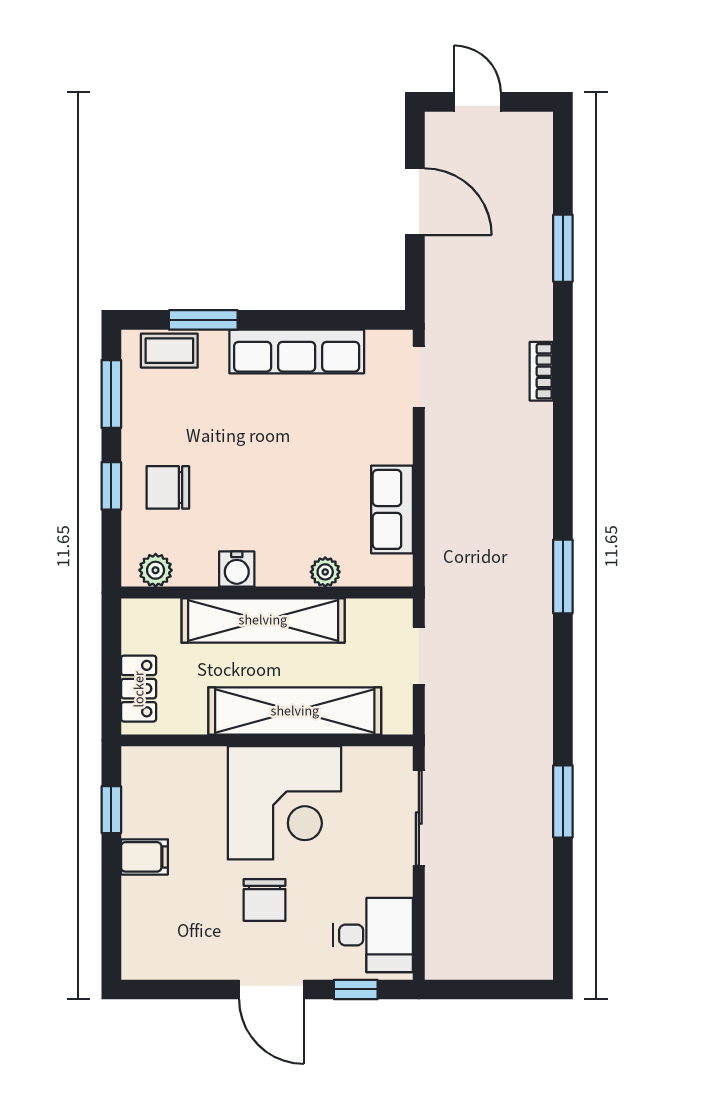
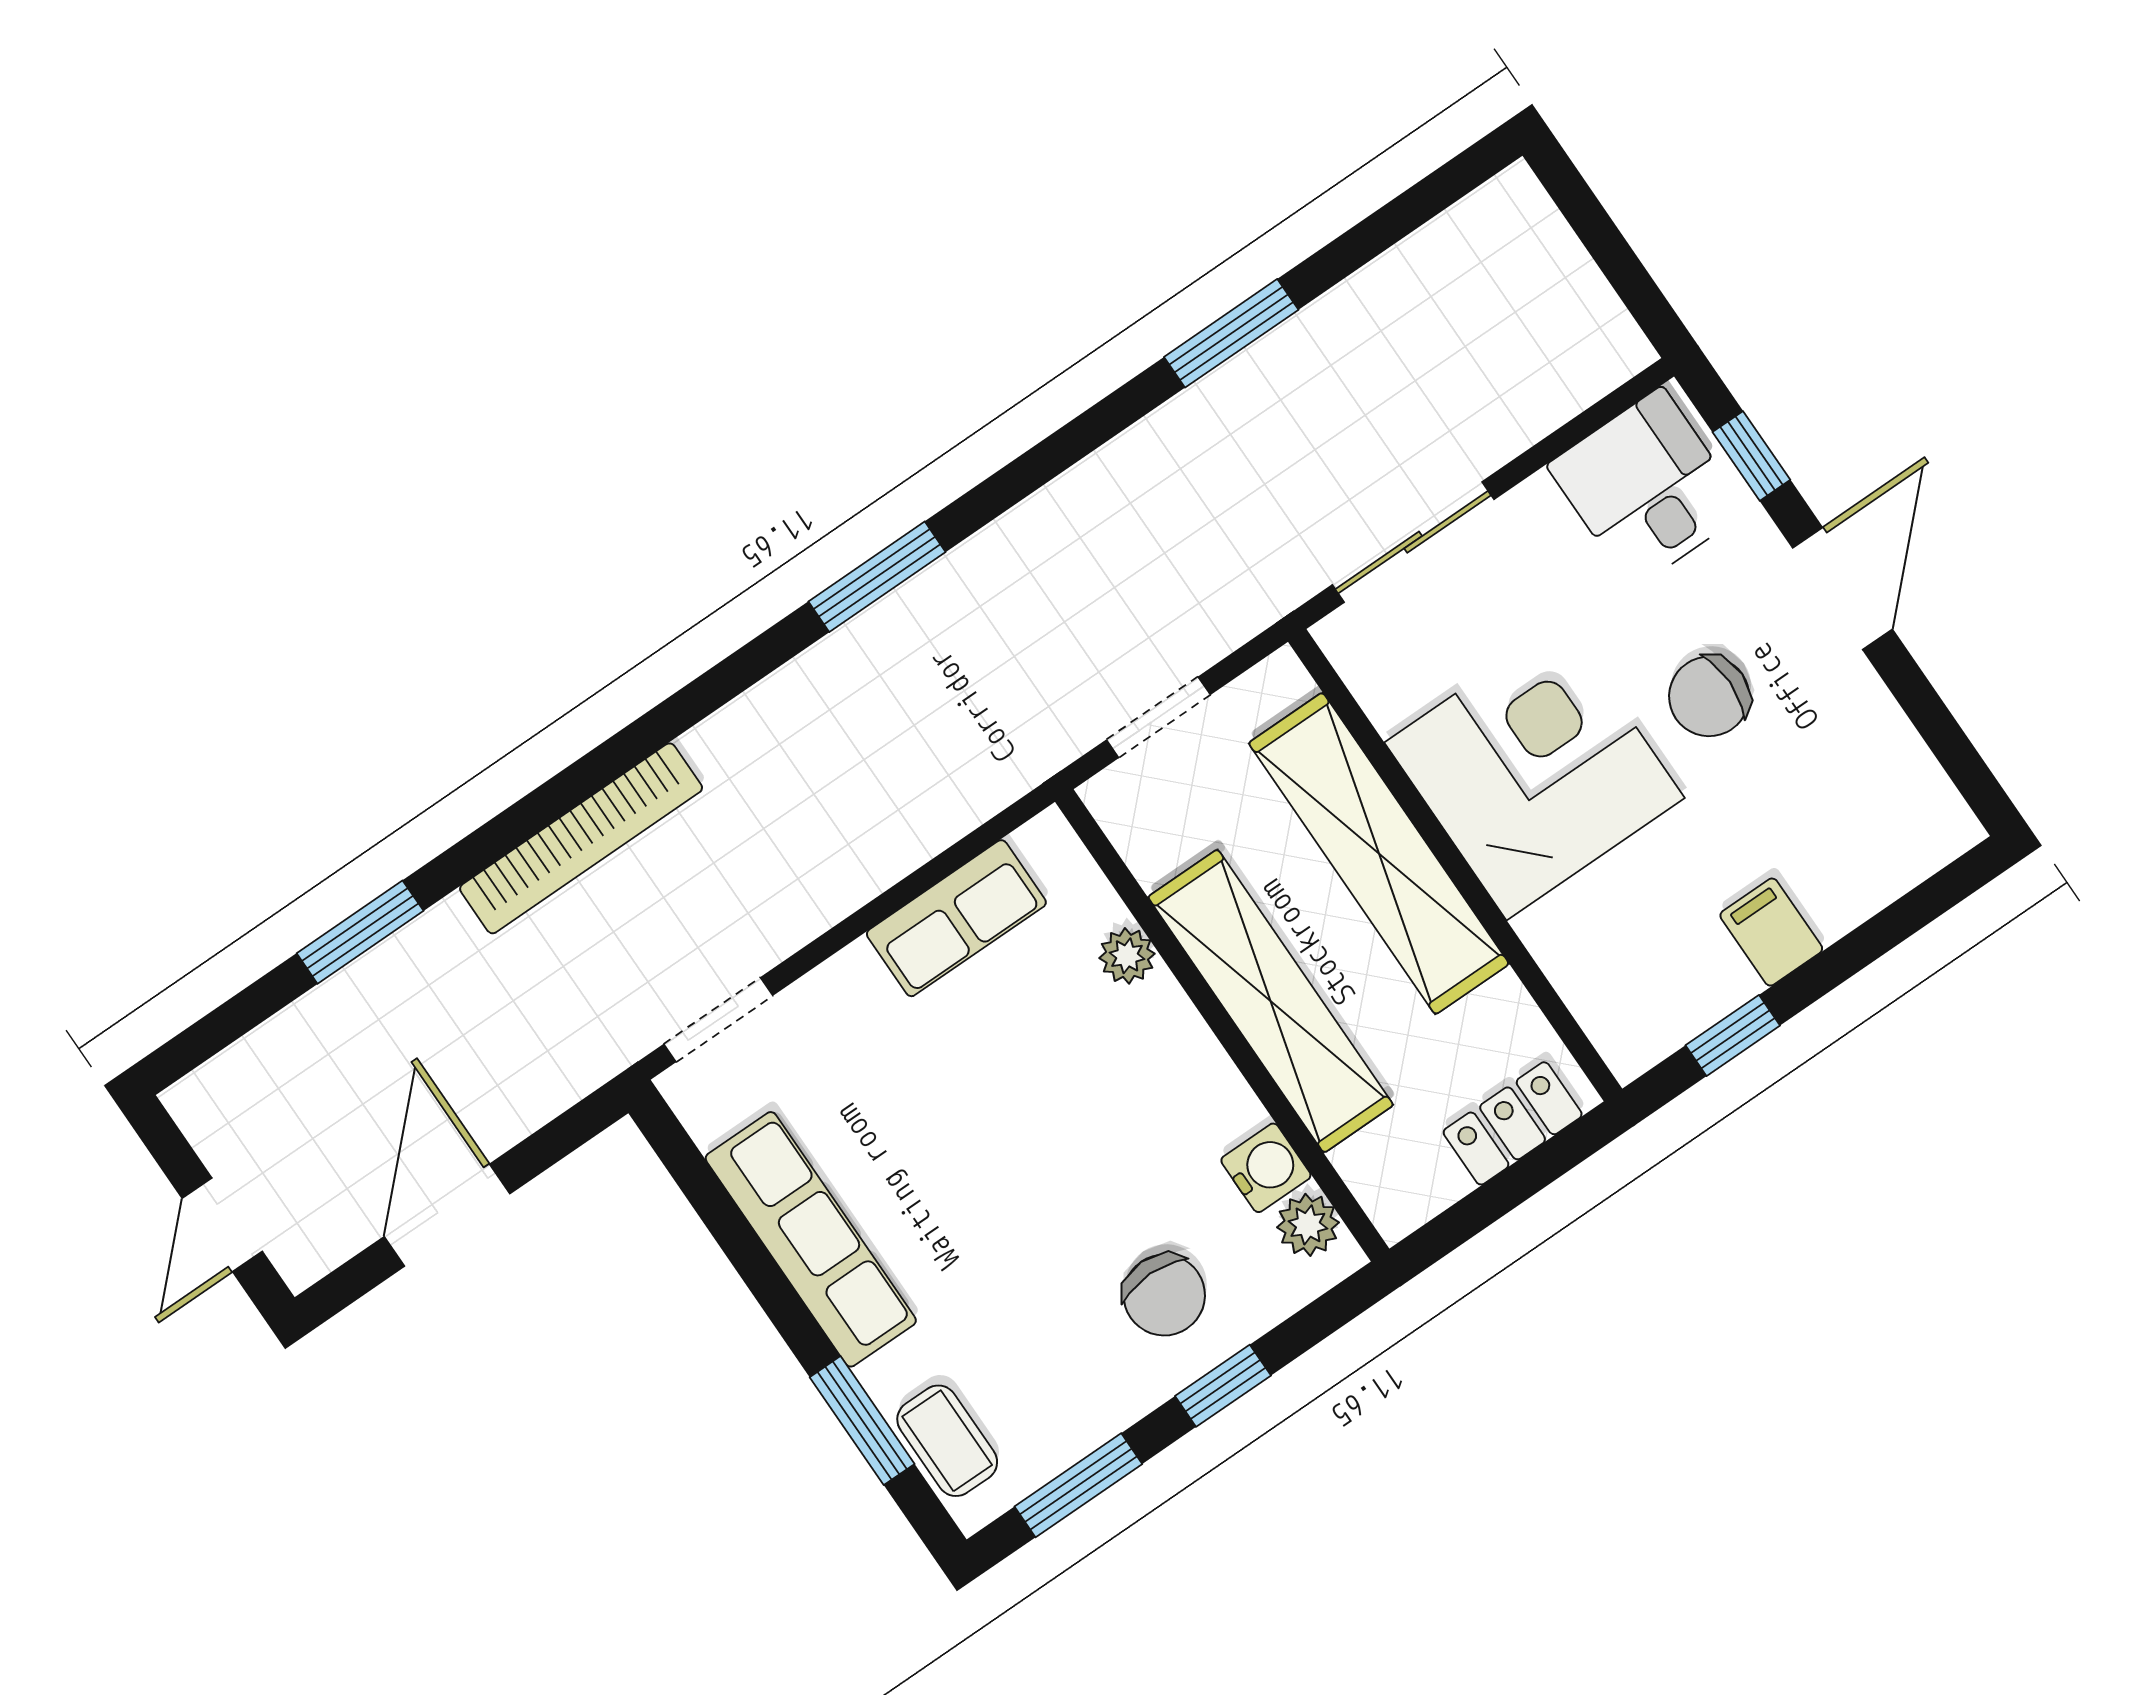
bookcase: (541, 371) -> (581, 838), width x2.31, depth x1.31
water cooler: (237, 569) -> (1266, 1168), moved
chair: (265, 900) -> (1709, 696), turned 180

